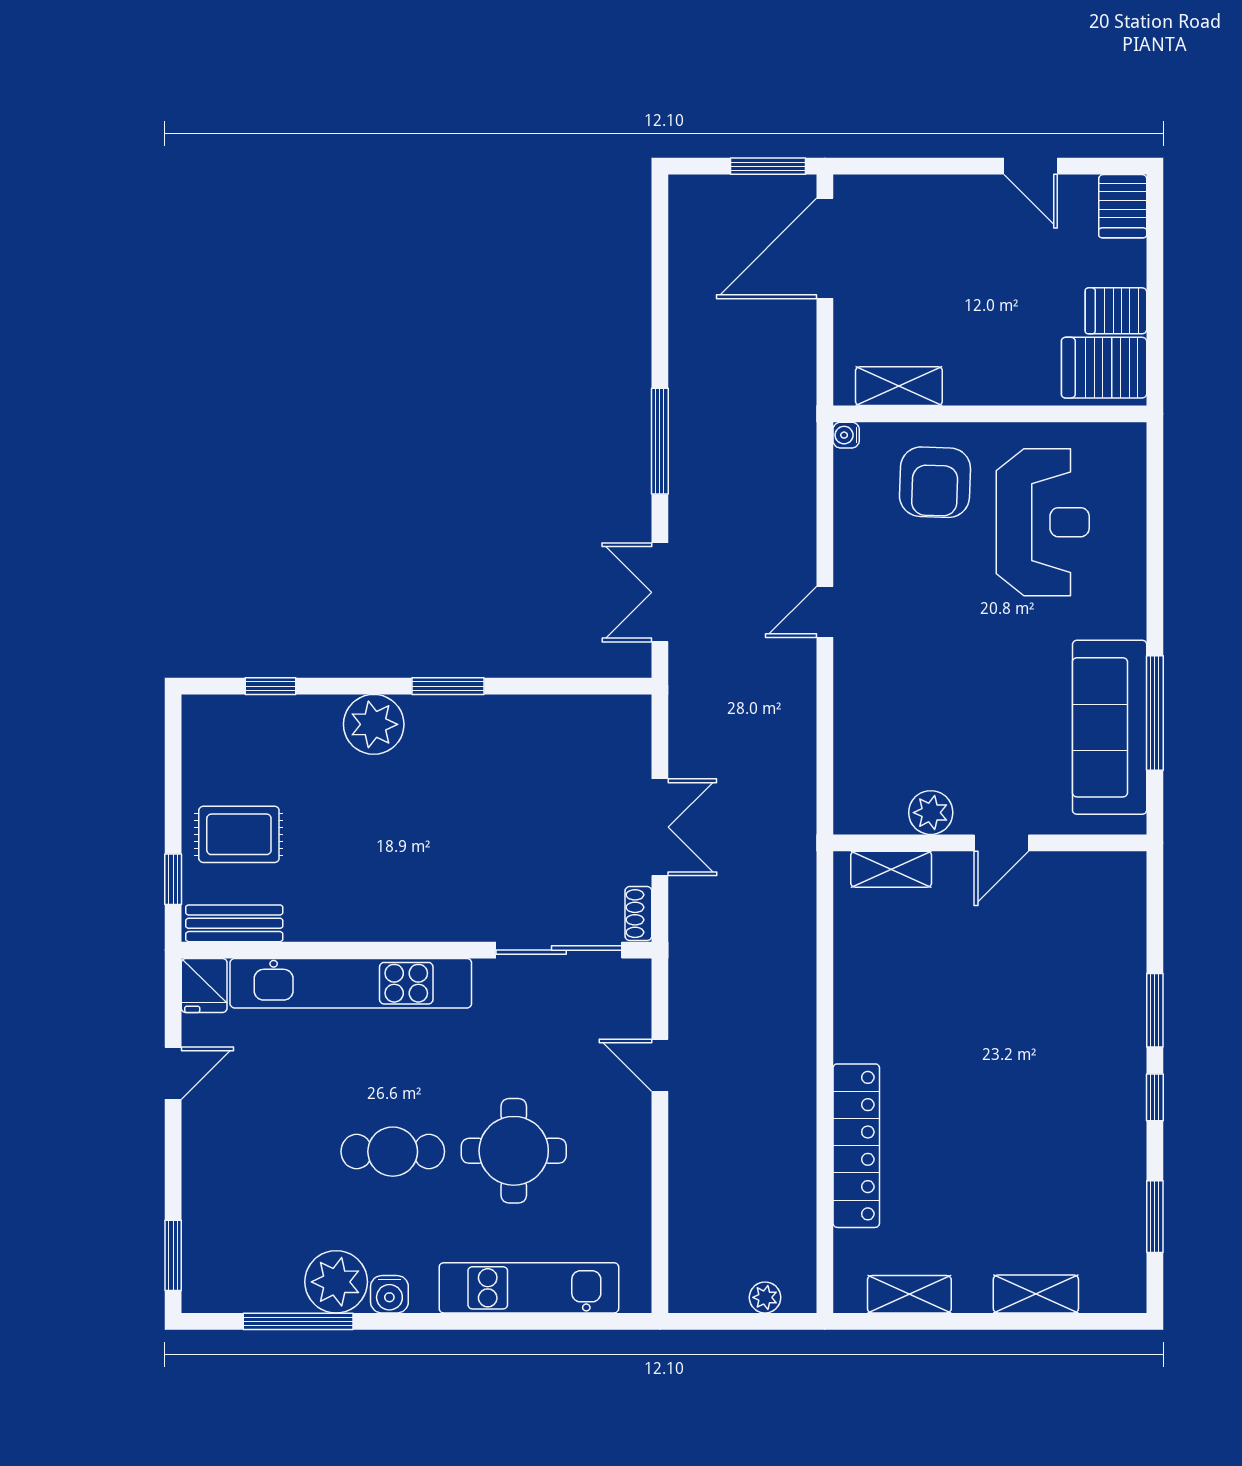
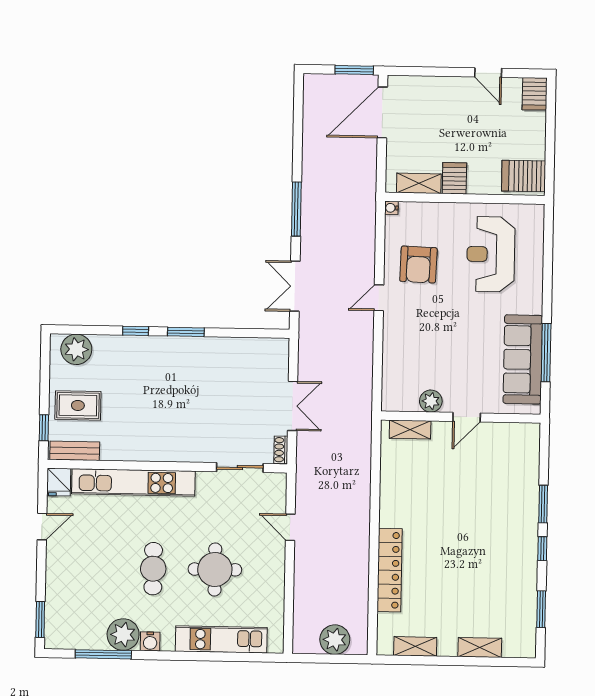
server rack: (1116, 311) -> (454, 178), moved, turned 90
armchair: (935, 482) -> (418, 265), moved
reception desk: (1043, 522) -> (491, 254), turned 180
window: (271, 686) -> (136, 331), moved
plant: (374, 724) -> (76, 349), moved
sliding door: (559, 950) -> (240, 468), width x0.73
cafe table: (393, 1152) -> (153, 569), turned 90
plant: (765, 1297) -> (335, 640), width x1.88, depth x1.88

